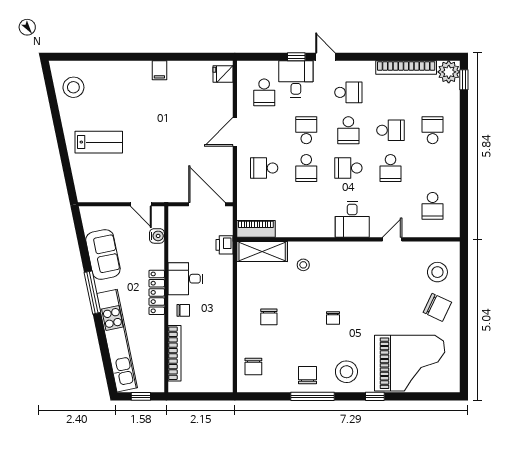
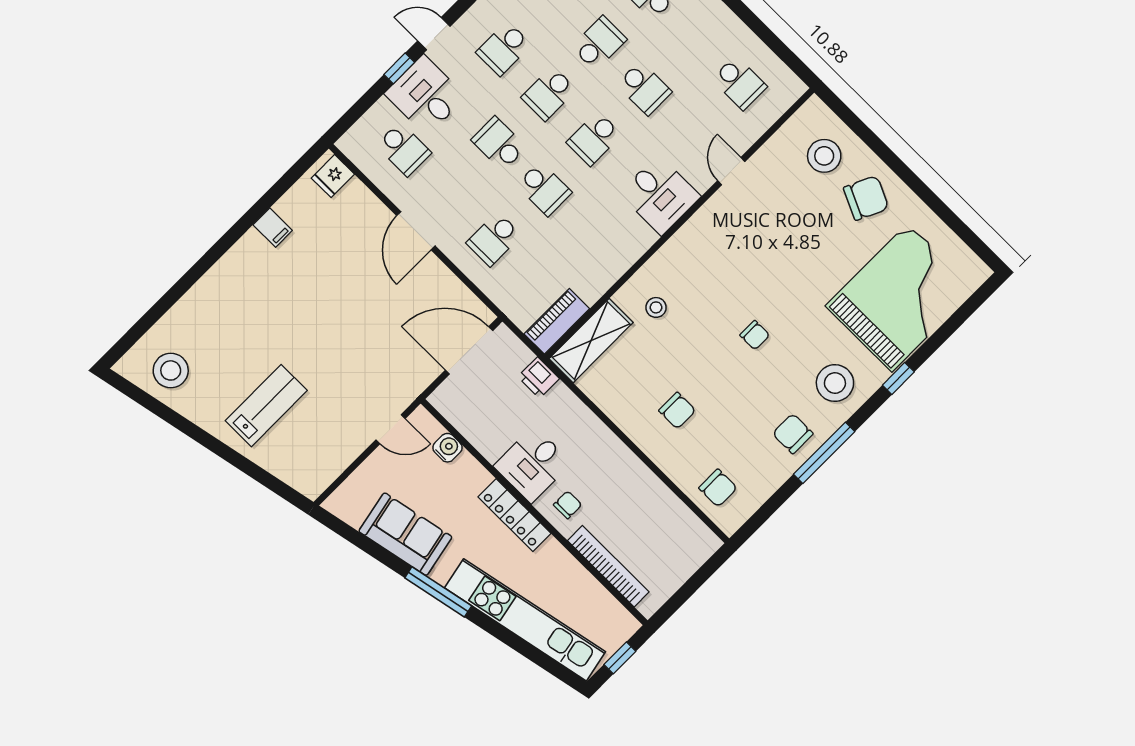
filing cabinet: (159, 70) -> (273, 228), moved
school desk: (348, 92) -> (504, 48), turned 180
school desk: (348, 130) -> (549, 93), turned 90

